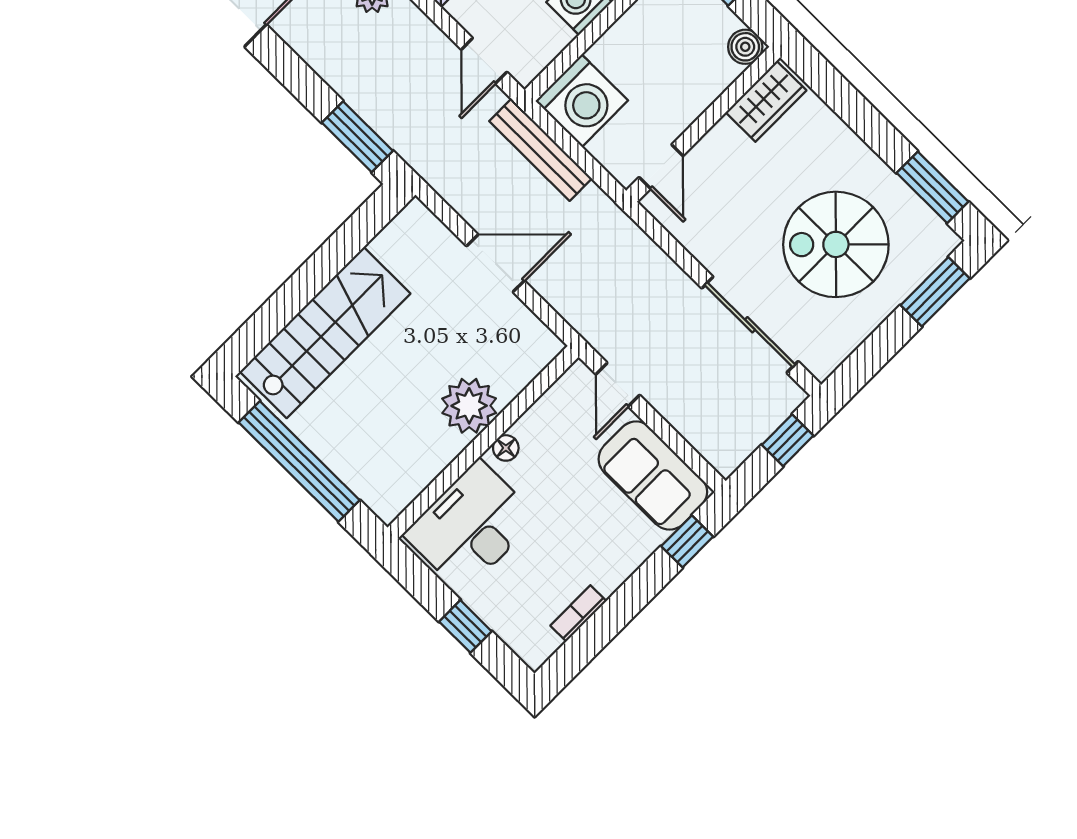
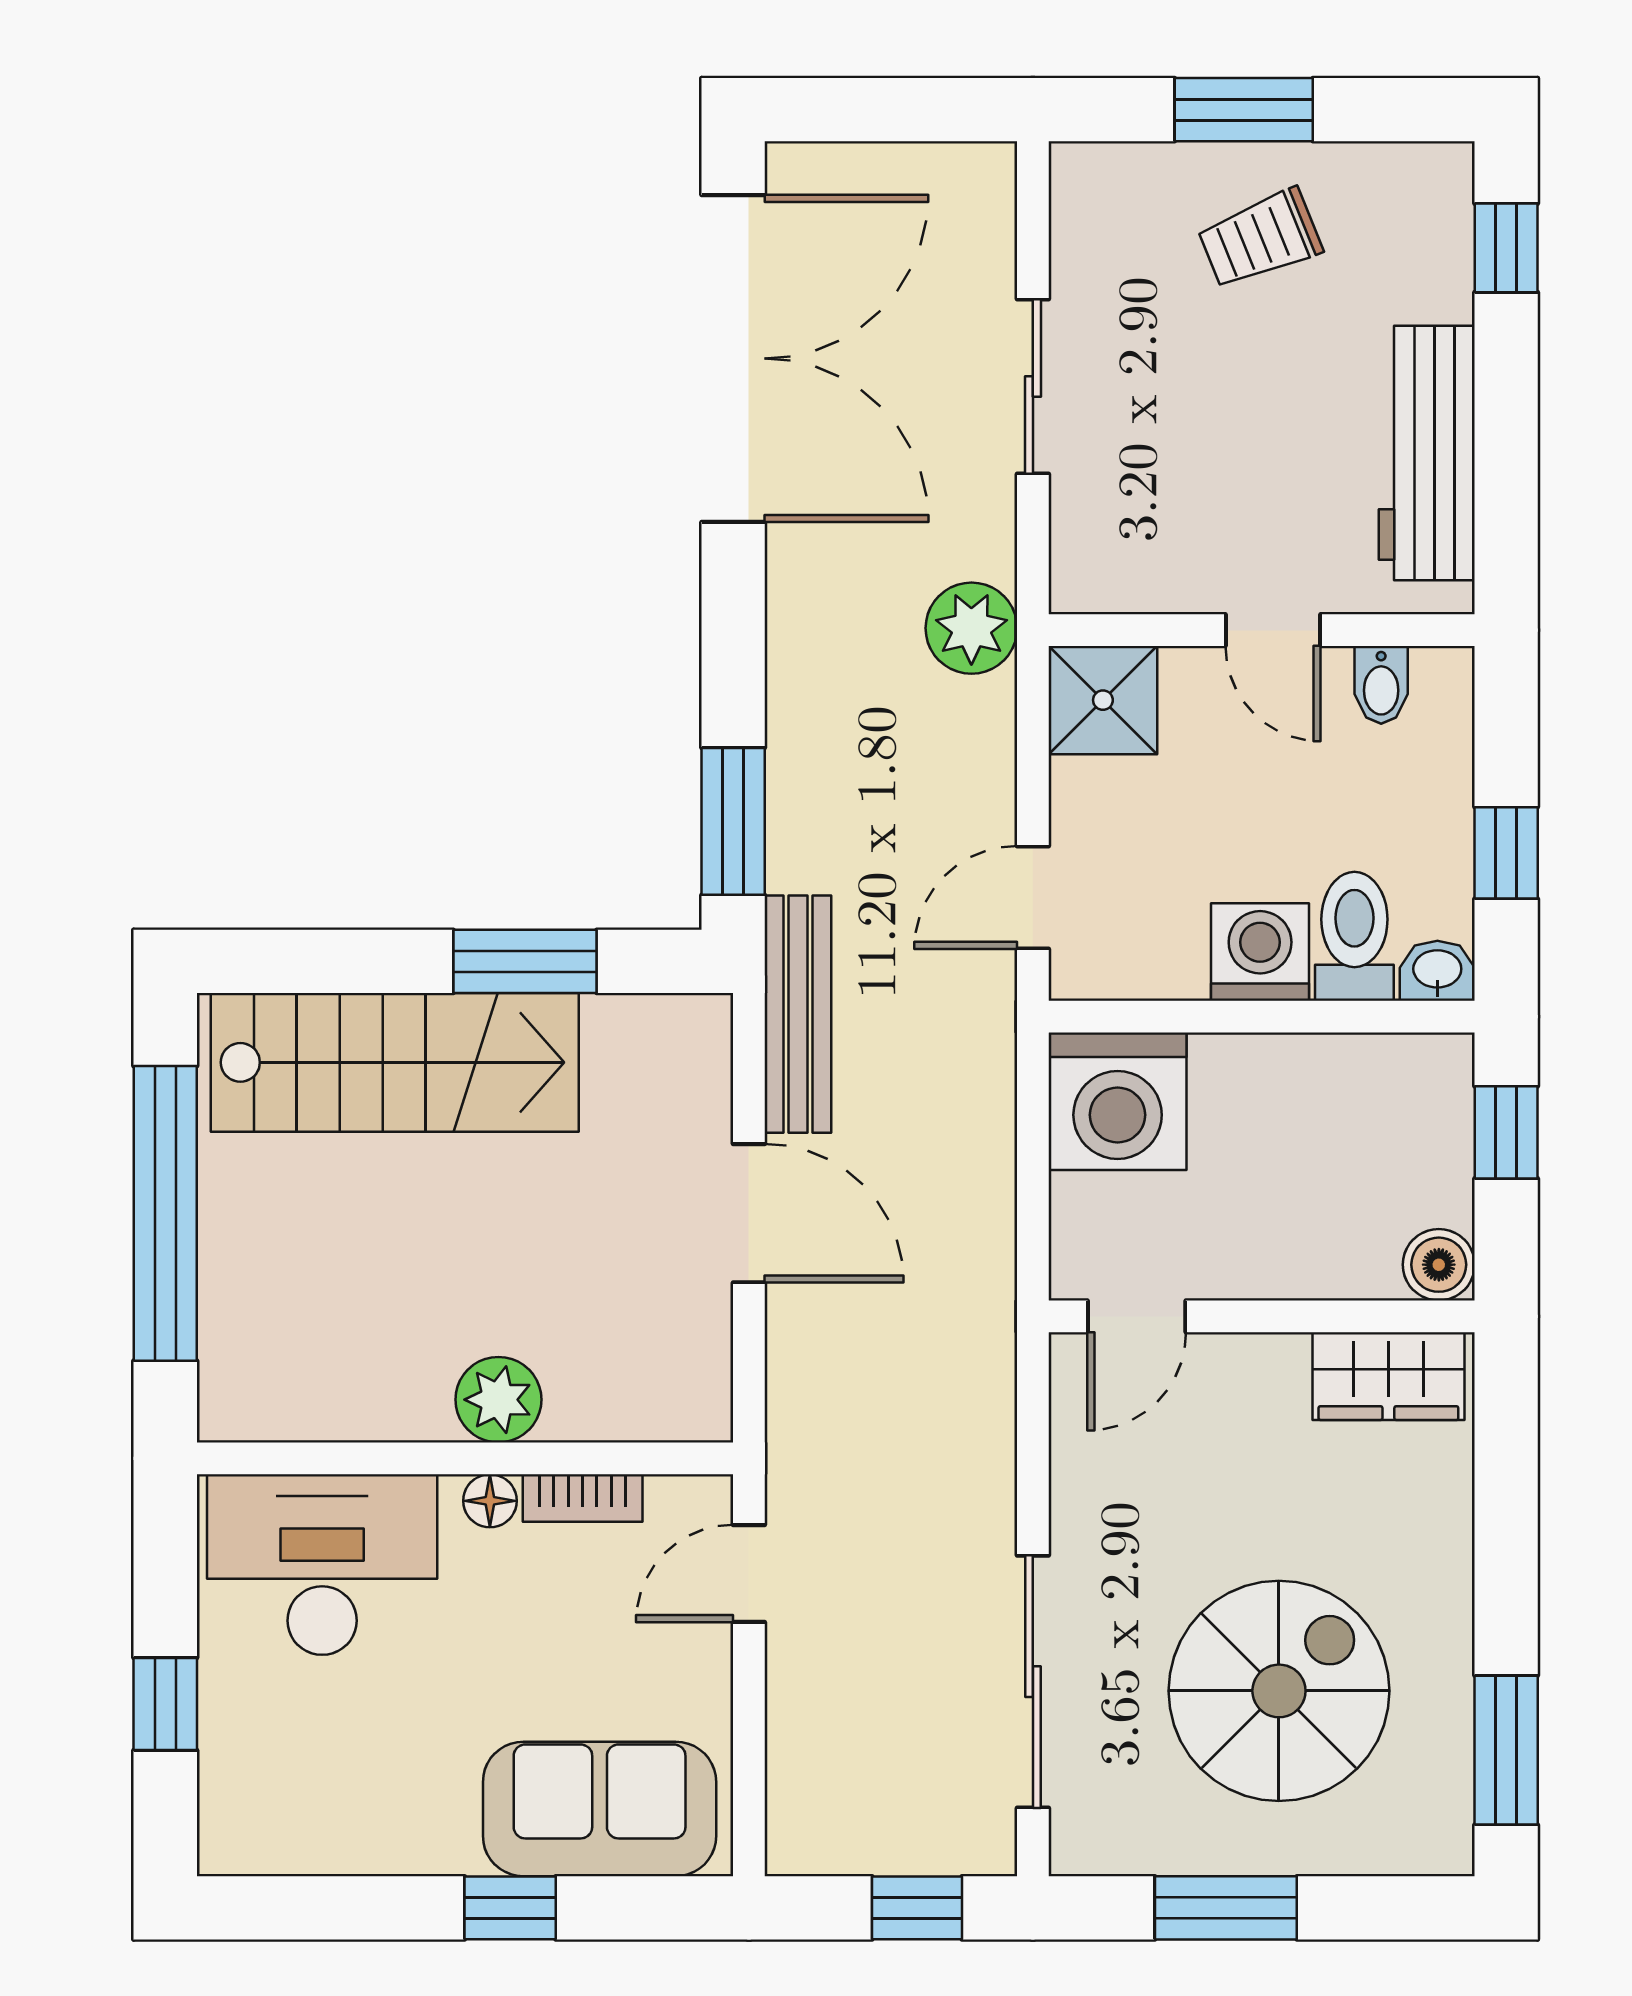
bench: (541, 150) -> (798, 1014), moved
spiral stairs: (836, 244) -> (1279, 1691), turned 90
window: (335, 254) -> (525, 961), added
window: (935, 292) -> (1226, 1908), moved
plant: (469, 406) -> (498, 1400), width x0.73, depth x0.73
sofa: (653, 476) -> (600, 1809), moved, turned 90
window: (687, 541) -> (510, 1908), moved
bookcase: (578, 613) -> (583, 1498), moved, turned 180

